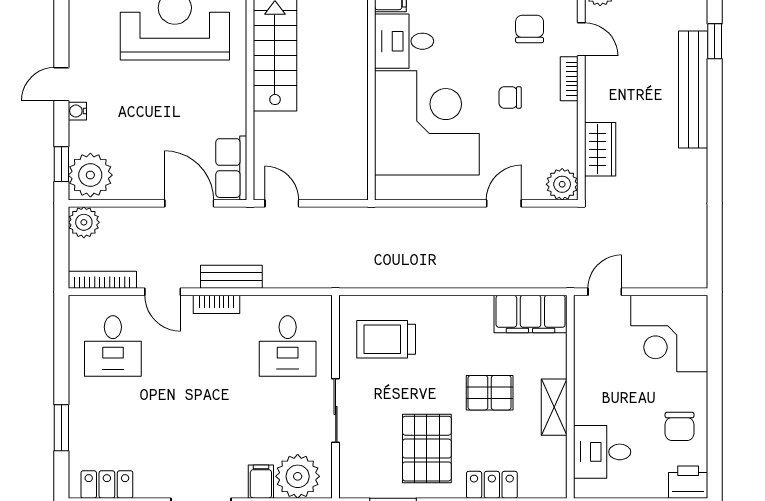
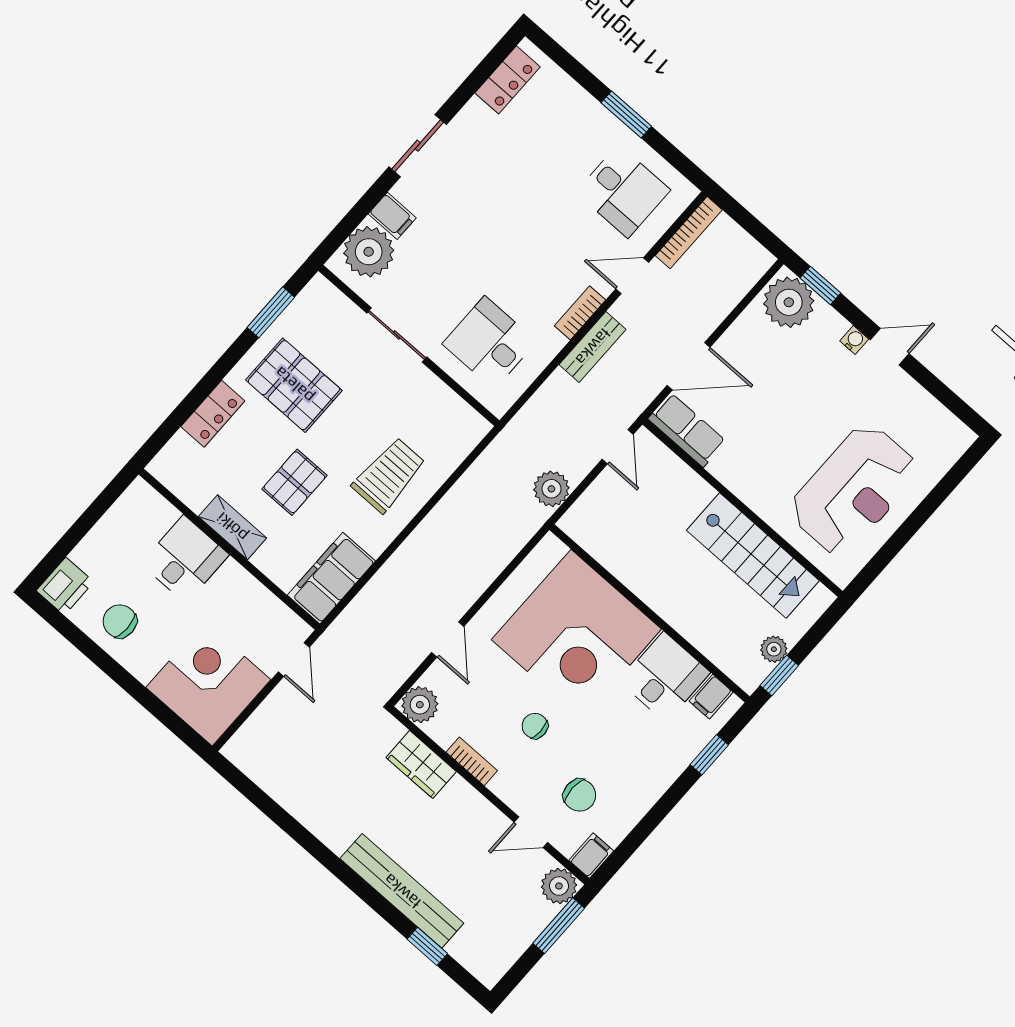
bookcase: (569, 79) -> (472, 761), moved
door: (61, 84) -> (890, 347), hinge flipped
chair: (510, 98) -> (535, 726), turned -90
door: (282, 203) -> (618, 447), hinge flipped
plant: (84, 222) -> (551, 489), moved
trolley: (386, 339) -> (389, 475), moved
desk: (113, 346) -> (623, 191), turned 180
window: (61, 428) -> (626, 115), moved
desk: (602, 452) -> (185, 559), moved

